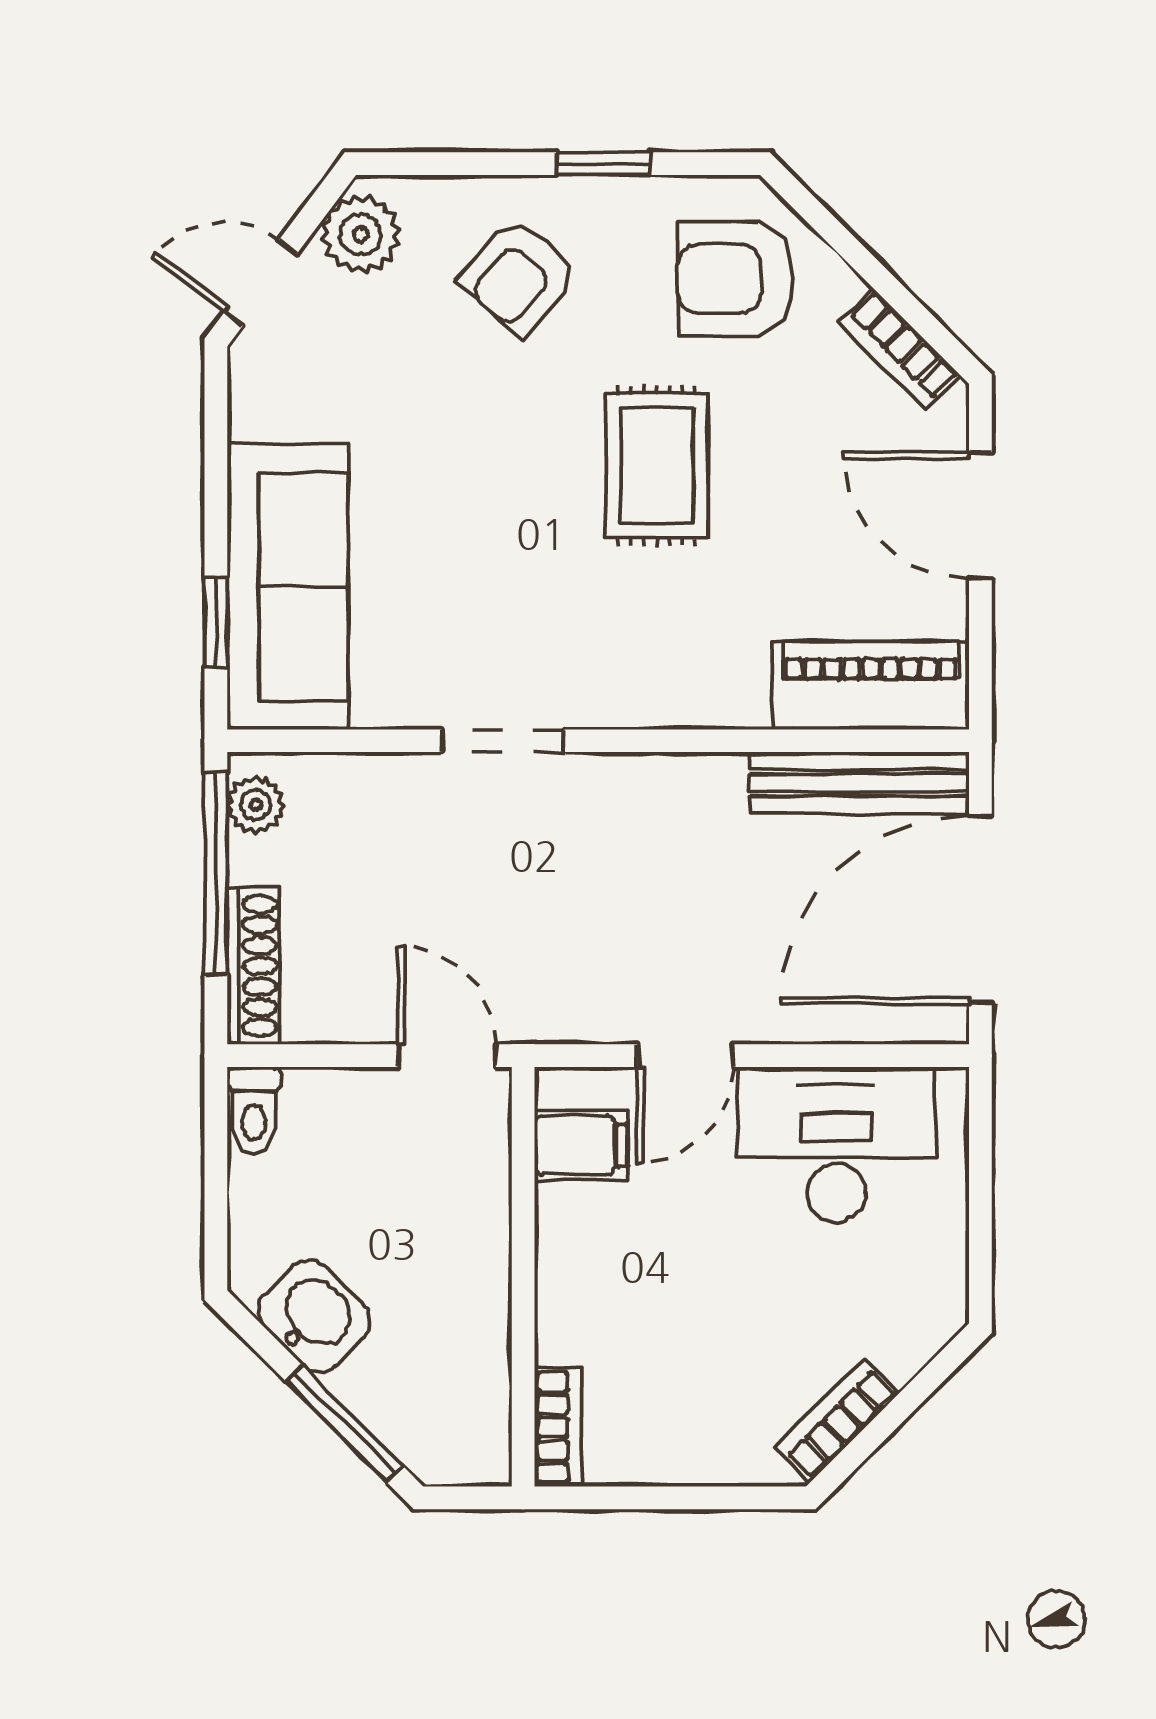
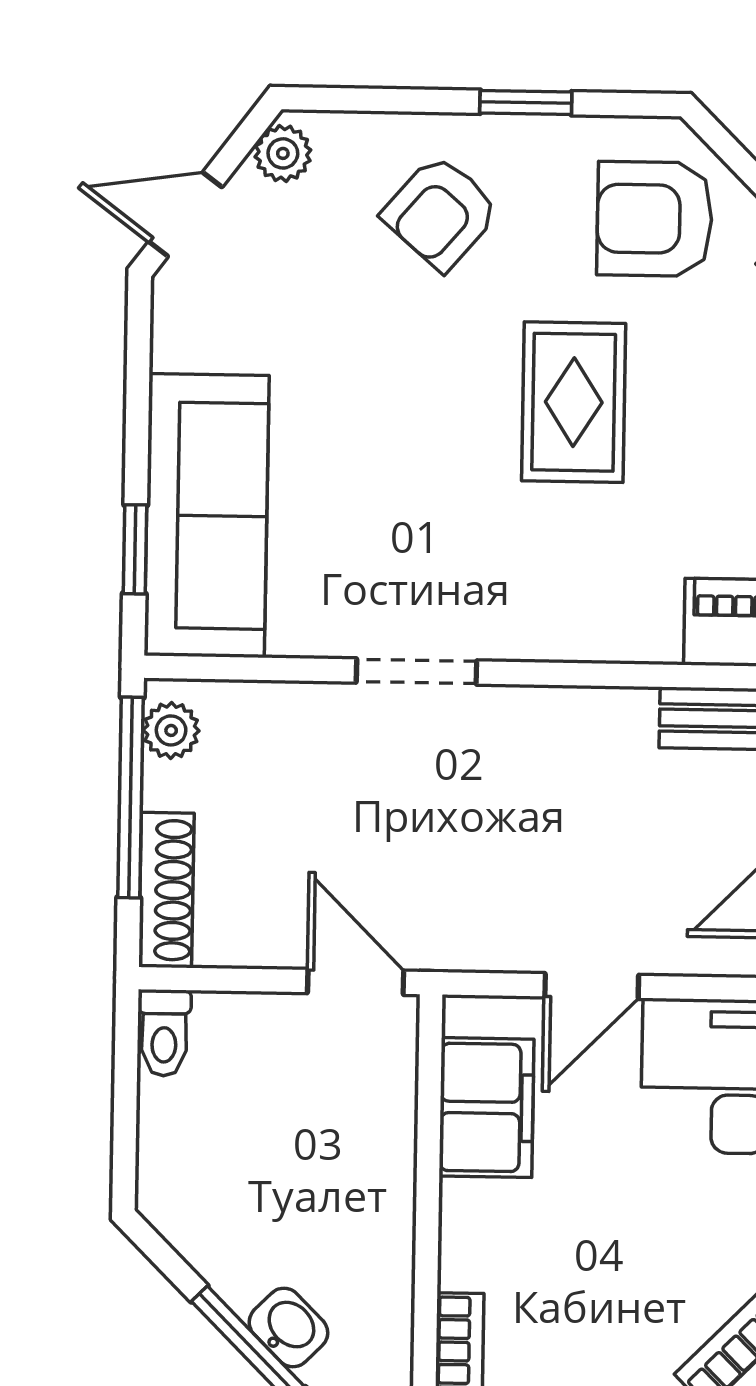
plant: (361, 234) -> (283, 153), width x0.73, depth x0.73
filing cabinet: (581, 1145) -> (487, 1108), width x2.00
washbasin: (314, 1316) -> (288, 1327), moved, width x0.72, depth x0.69

